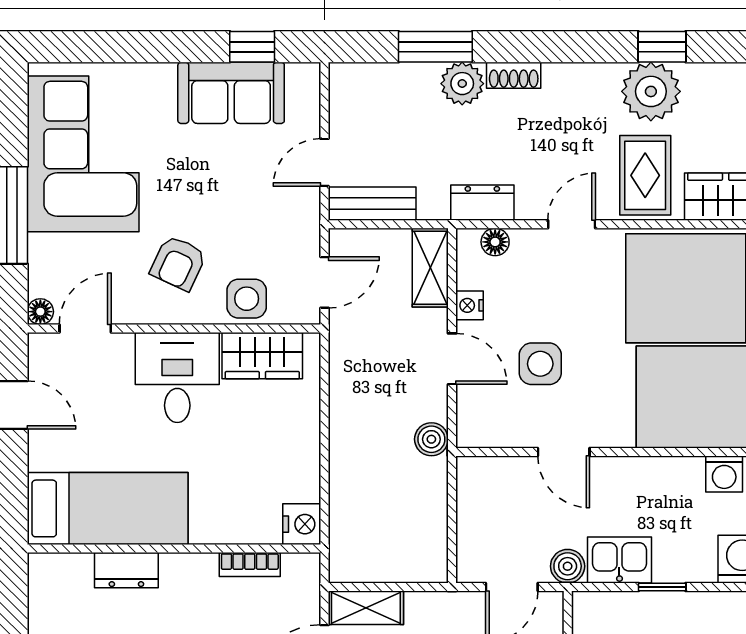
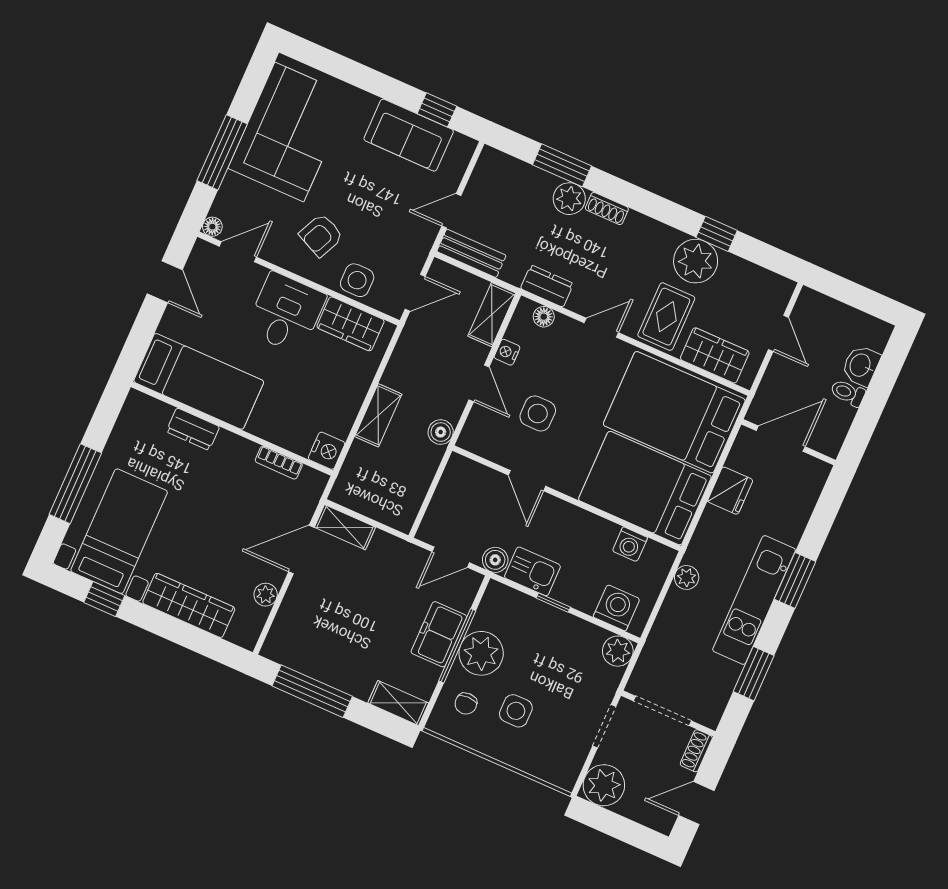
shelving: (346, 453) -> (378, 415), added

